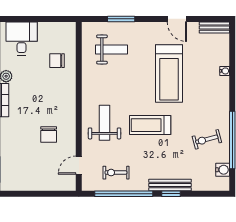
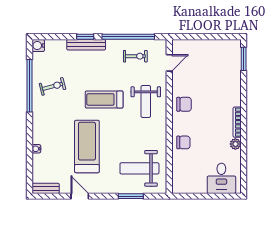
weight bench: (111, 49) -> (139, 168), width x1.36, depth x1.33
chair: (57, 61) -> (183, 142), moved
treadmill: (150, 125) -> (104, 99), turned 180
chair: (49, 134) -> (184, 104), moved, turned 90
water cooler: (223, 170) -> (38, 46), moved

